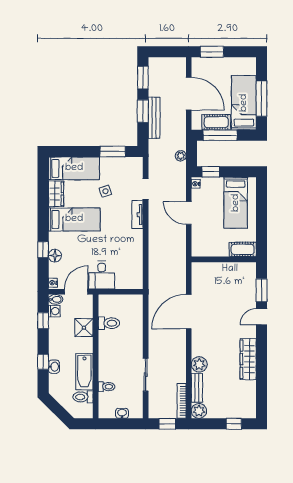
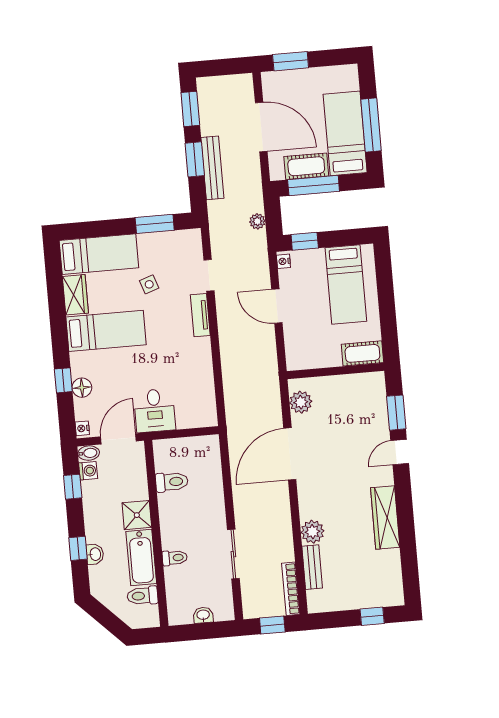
shower: (84, 328) -> (137, 515), moved
toilet: (107, 387) -> (175, 558), moved
plant: (199, 411) -> (301, 402), moved

